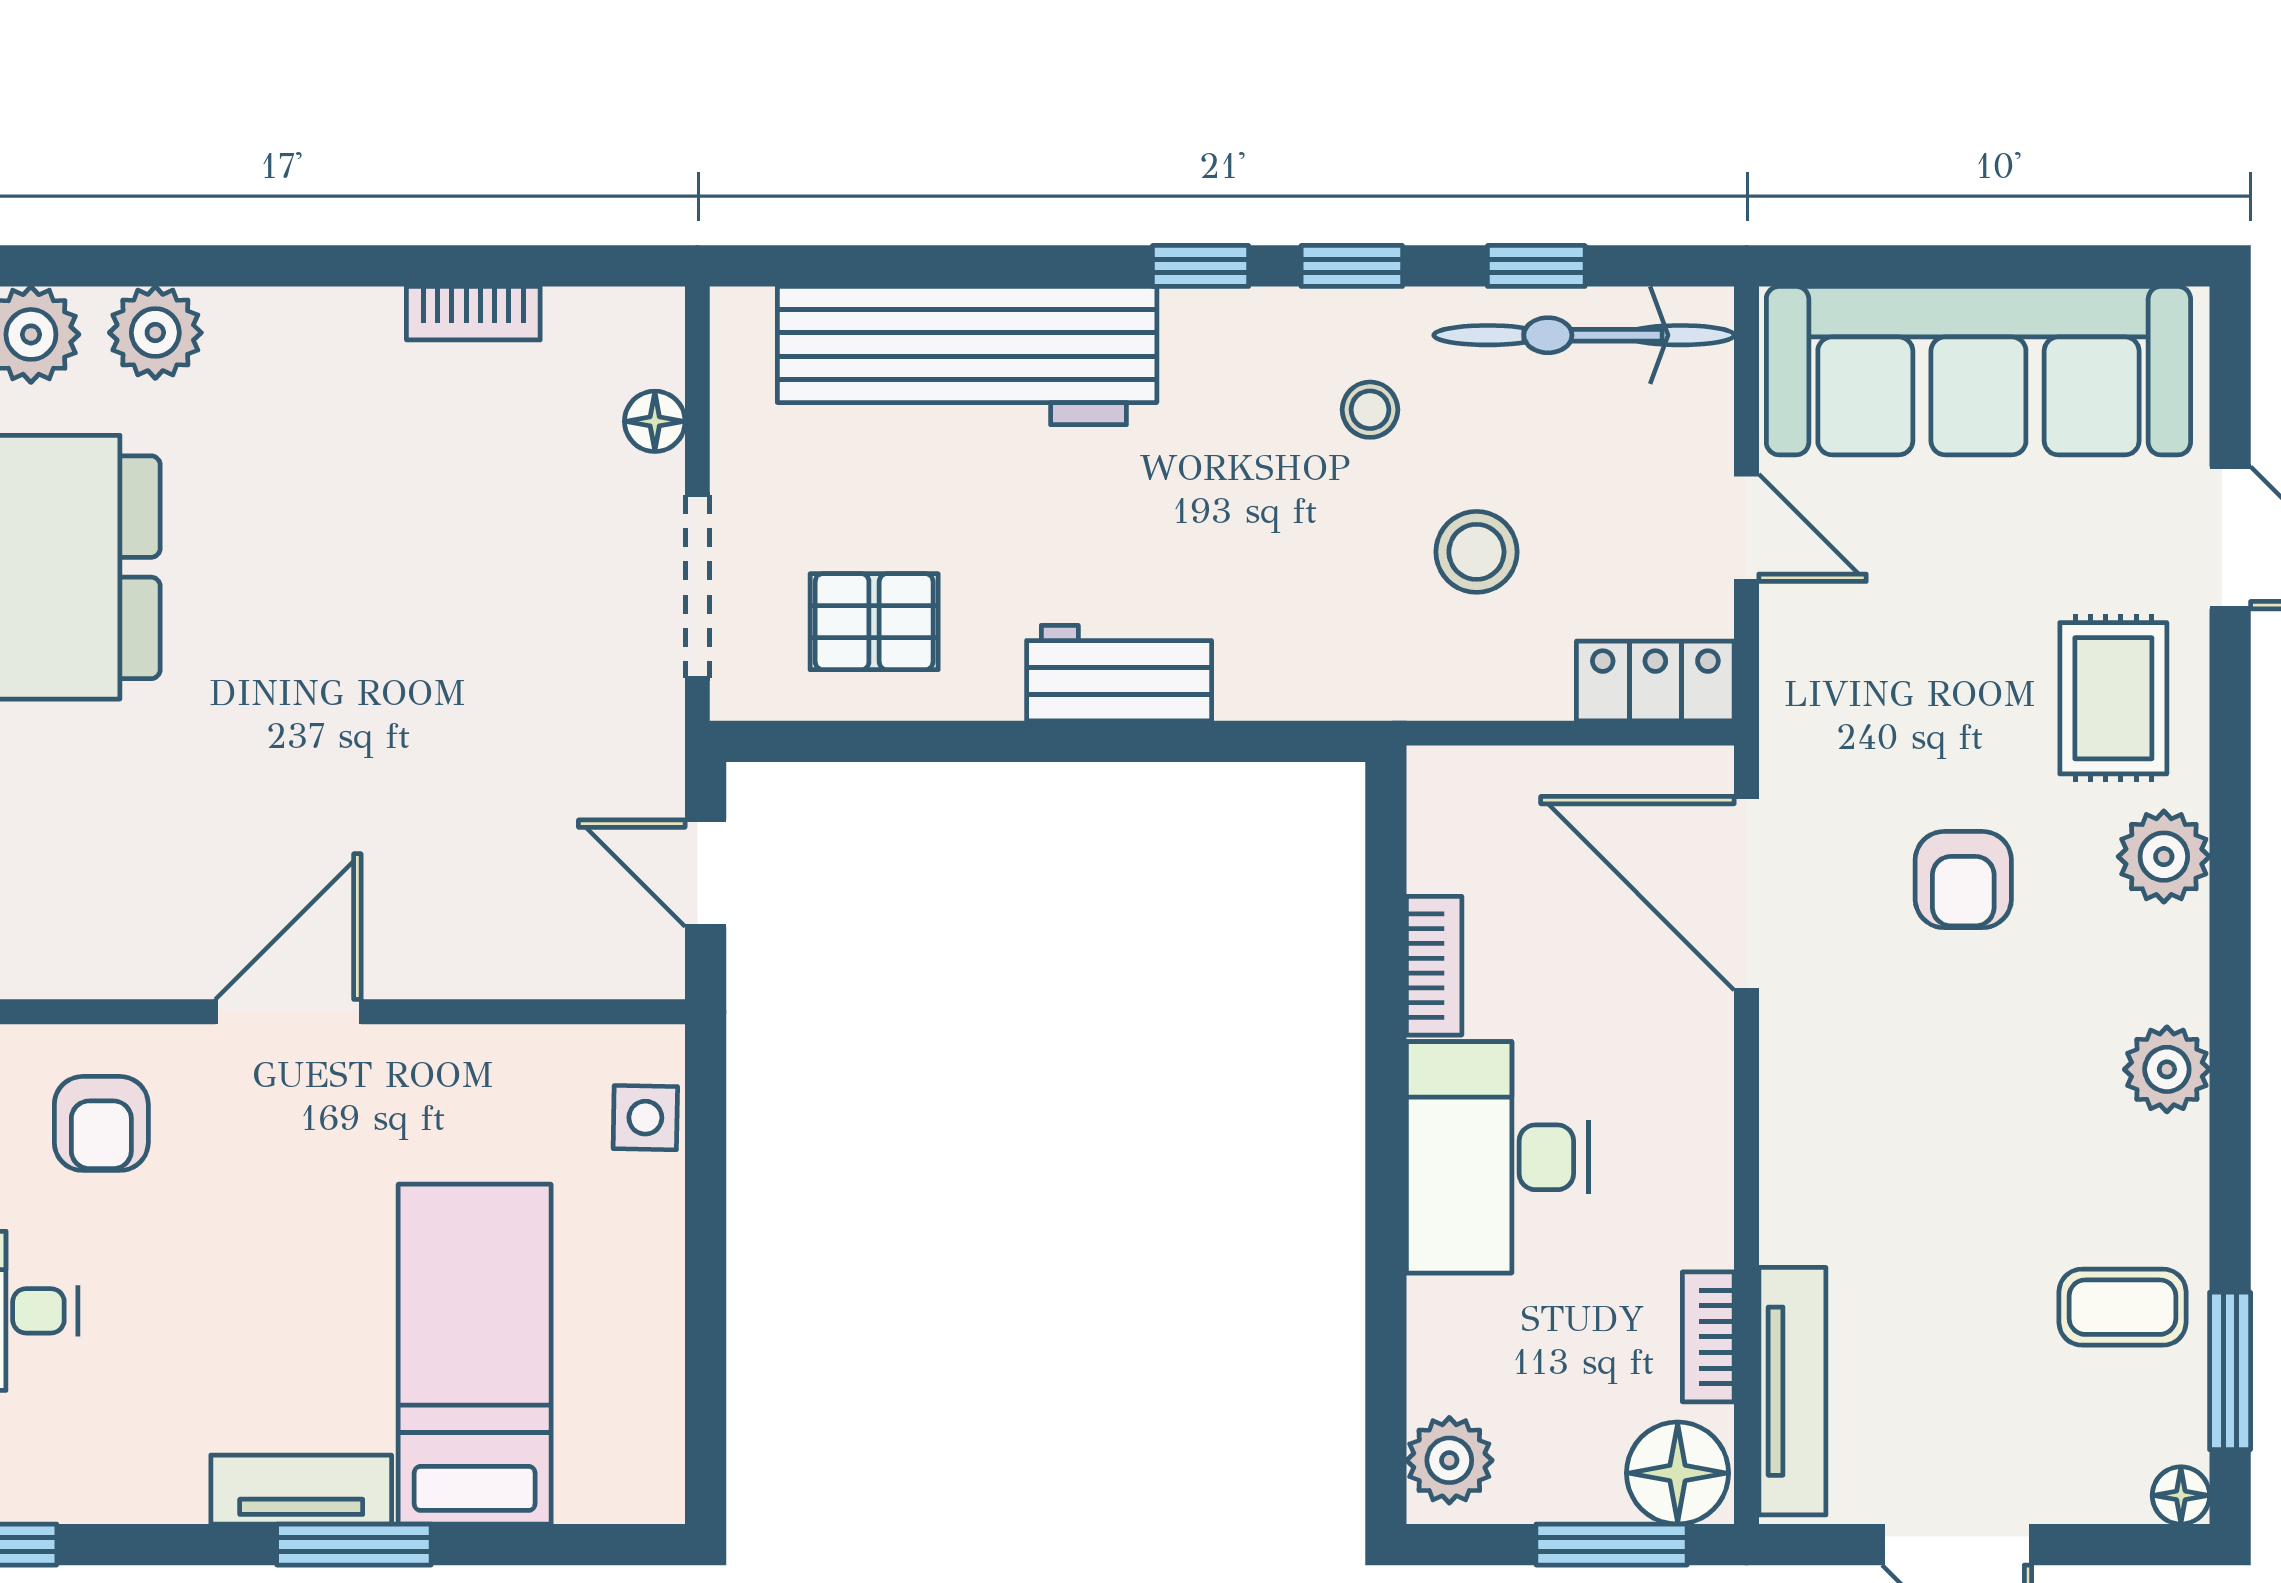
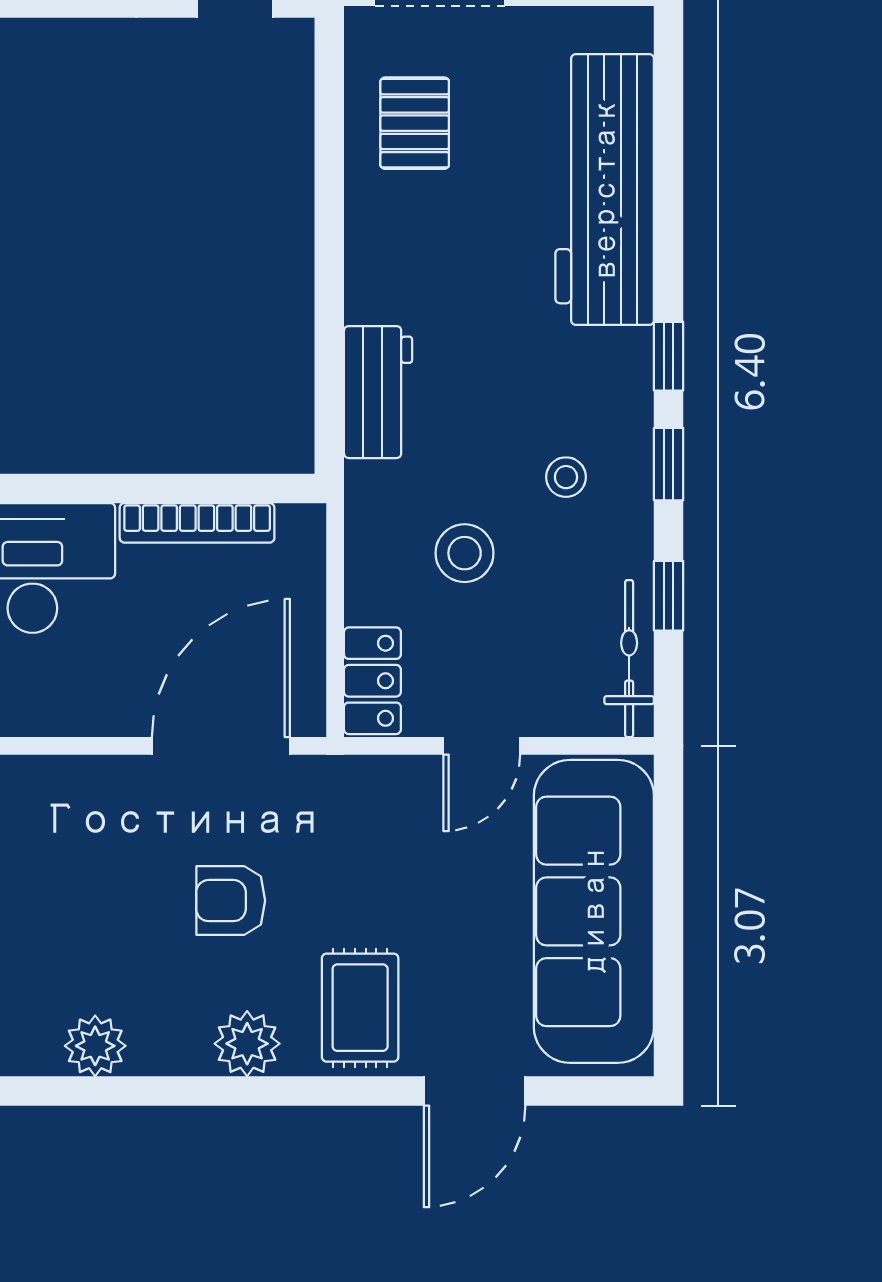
bicycle: (1584, 335) -> (629, 659), width x0.73, depth x0.71
workbench: (1119, 673) -> (378, 392), moved
rug: (2113, 698) -> (360, 1008), turned 90
bookcase: (1434, 966) -> (197, 523), width x1.56

